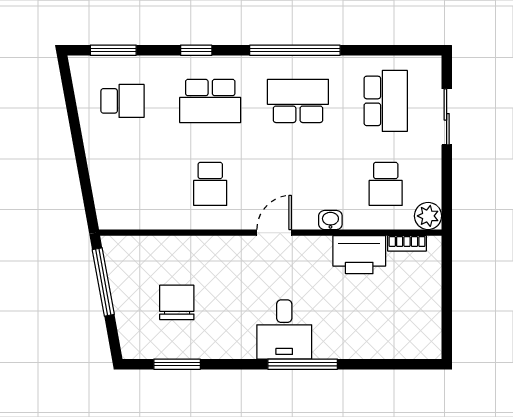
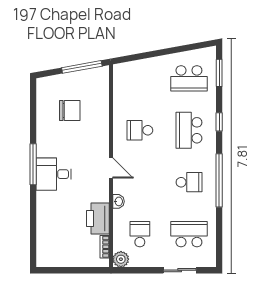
school desk: (122, 101) -> (189, 78), width x1.85
school desk: (298, 101) -> (189, 182), width x0.54
school desk: (386, 101) -> (189, 234), turned 180
school desk: (386, 184) -> (140, 234), turned 90
window: (177, 364) -> (33, 111), removed
window: (303, 364) -> (33, 164), moved

